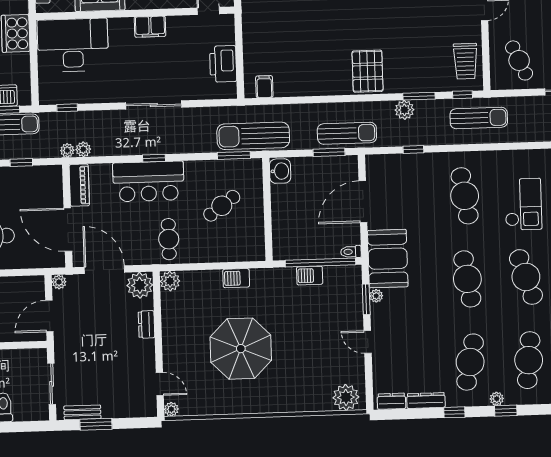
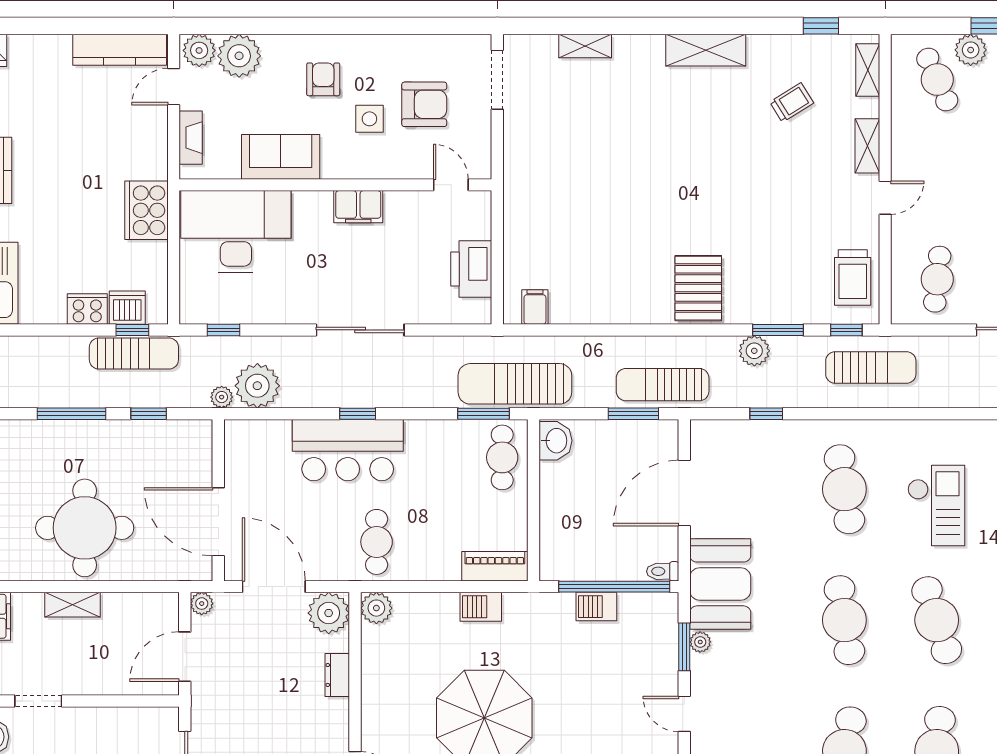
cafe table: (519, 60) -> (937, 279), turned 30
sun lounger: (347, 133) -> (663, 385), turned 180
plant: (83, 149) -> (257, 386), width x1.87, depth x1.87
piano: (79, 185) -> (495, 566), moved, turned -90
cafe table: (222, 206) -> (502, 457), moved, turned -54

